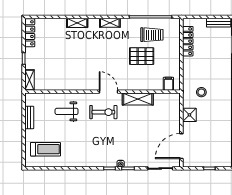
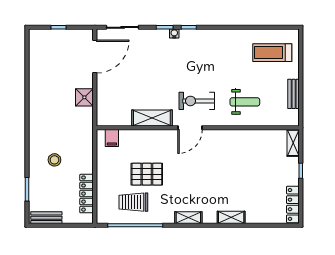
door: (109, 92) -> (190, 128), hinge flipped
stool: (201, 92) -> (54, 160), moved

